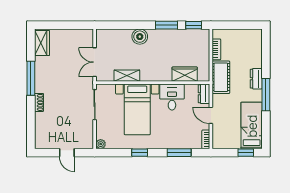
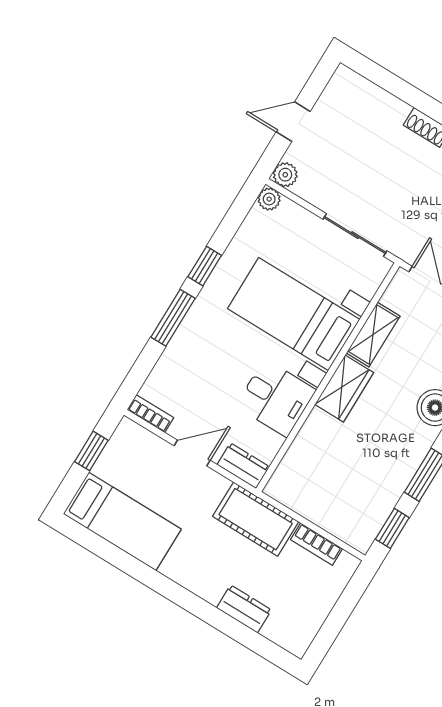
wardrobe: (185, 74) -> (344, 388), moved
dresser: (256, 79) -> (244, 609), moved
window: (266, 95) -> (166, 587), removed
plant: (88, 144) -> (285, 175), added
window: (179, 153) -> (173, 318), moved
window: (246, 153) -> (91, 451), moved

